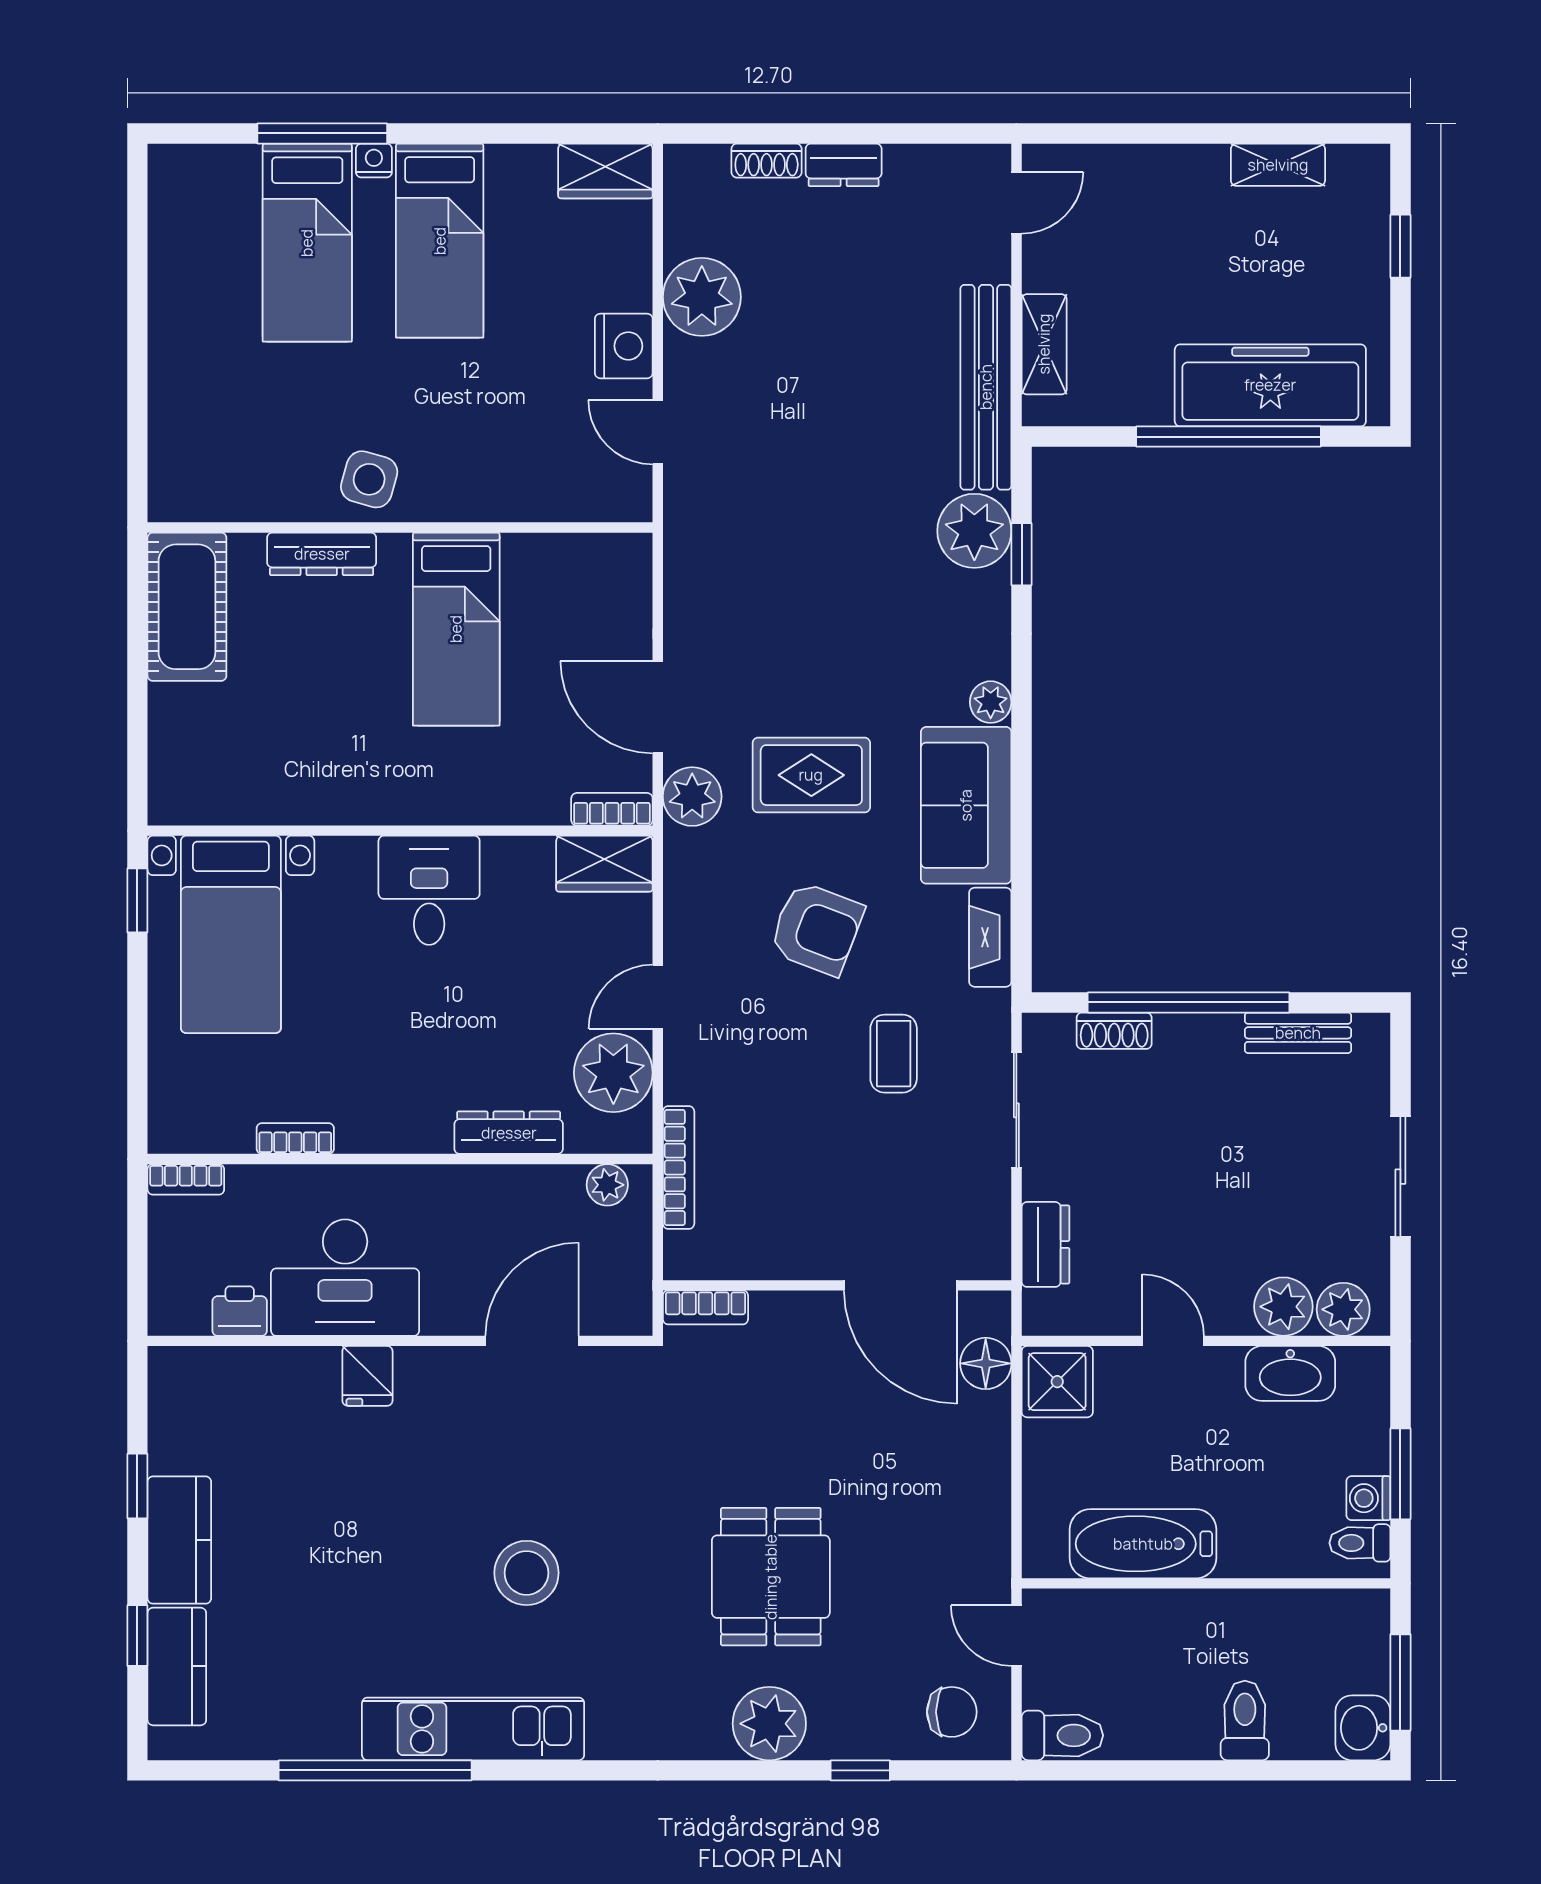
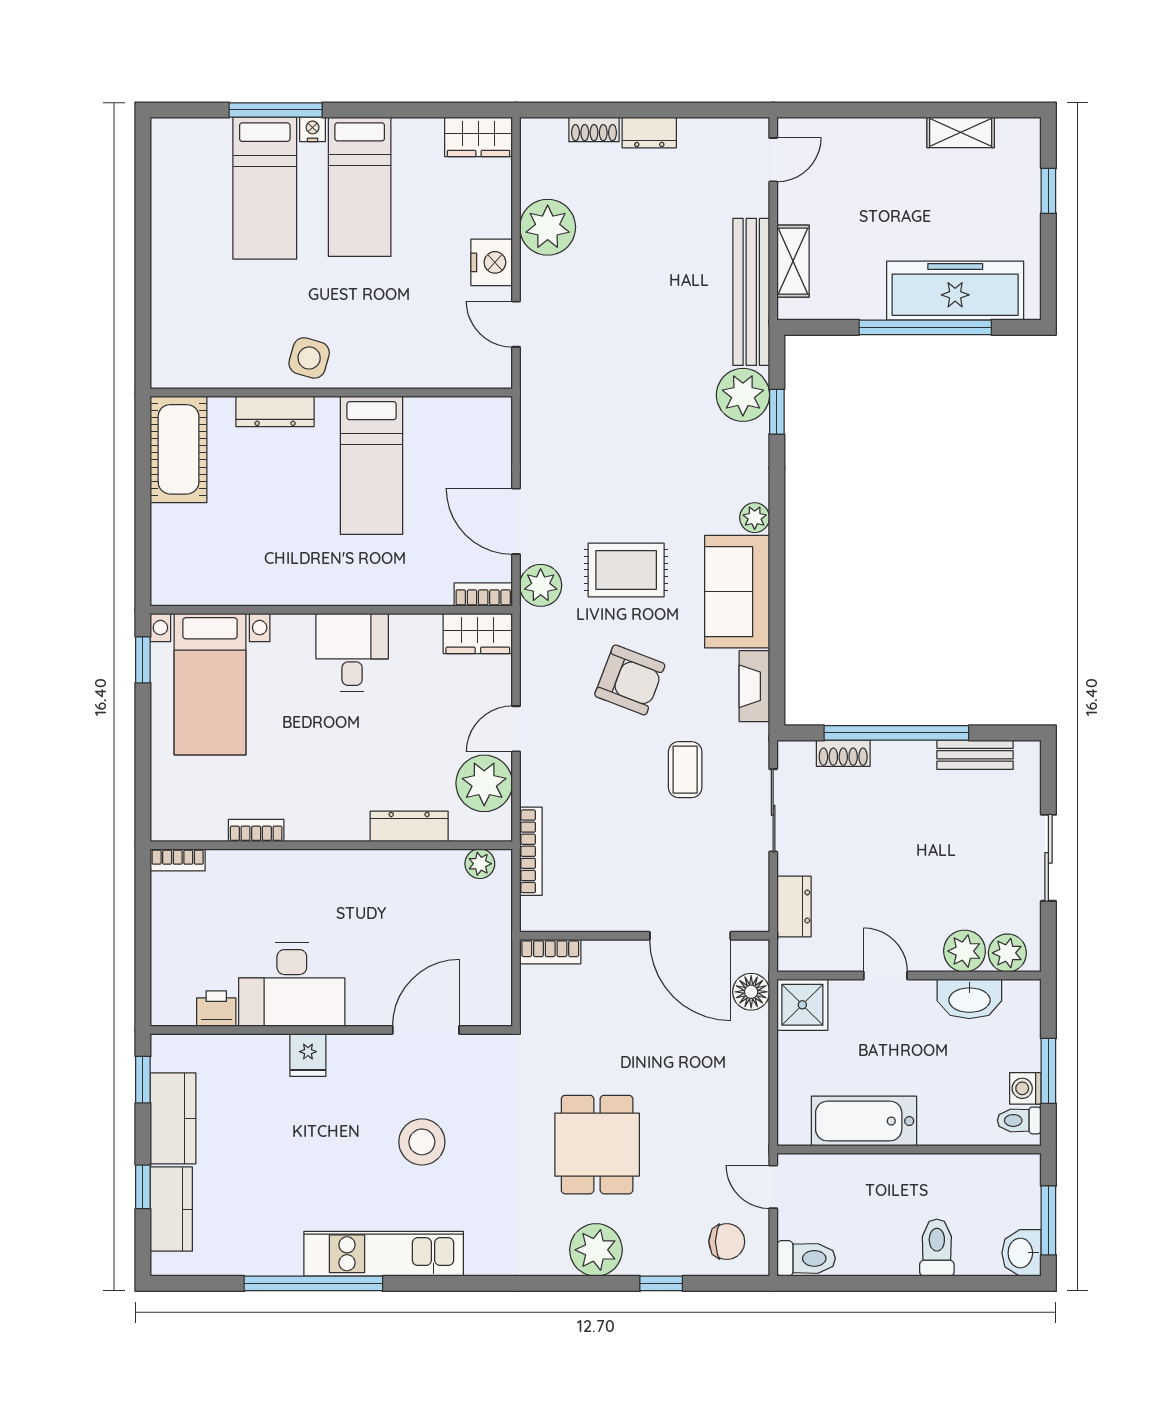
desk: (345, 1278) -> (292, 985), moved
printer: (240, 1311) -> (216, 1009), moved
wall: (400, 1341) -> (331, 1030), moved
door: (532, 1341) -> (426, 1030), moved
fridge: (367, 1376) -> (308, 1055), moved

